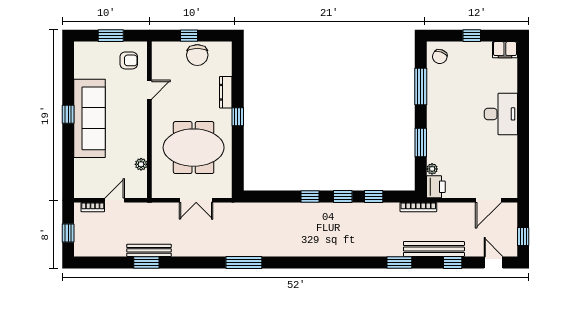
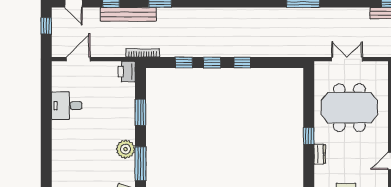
dresser: (226, 92) -> (320, 154), width x0.70
desk: (501, 114) -> (67, 106), moved, width x0.73
plant: (432, 169) -> (126, 149), moved, width x1.87, depth x1.87

